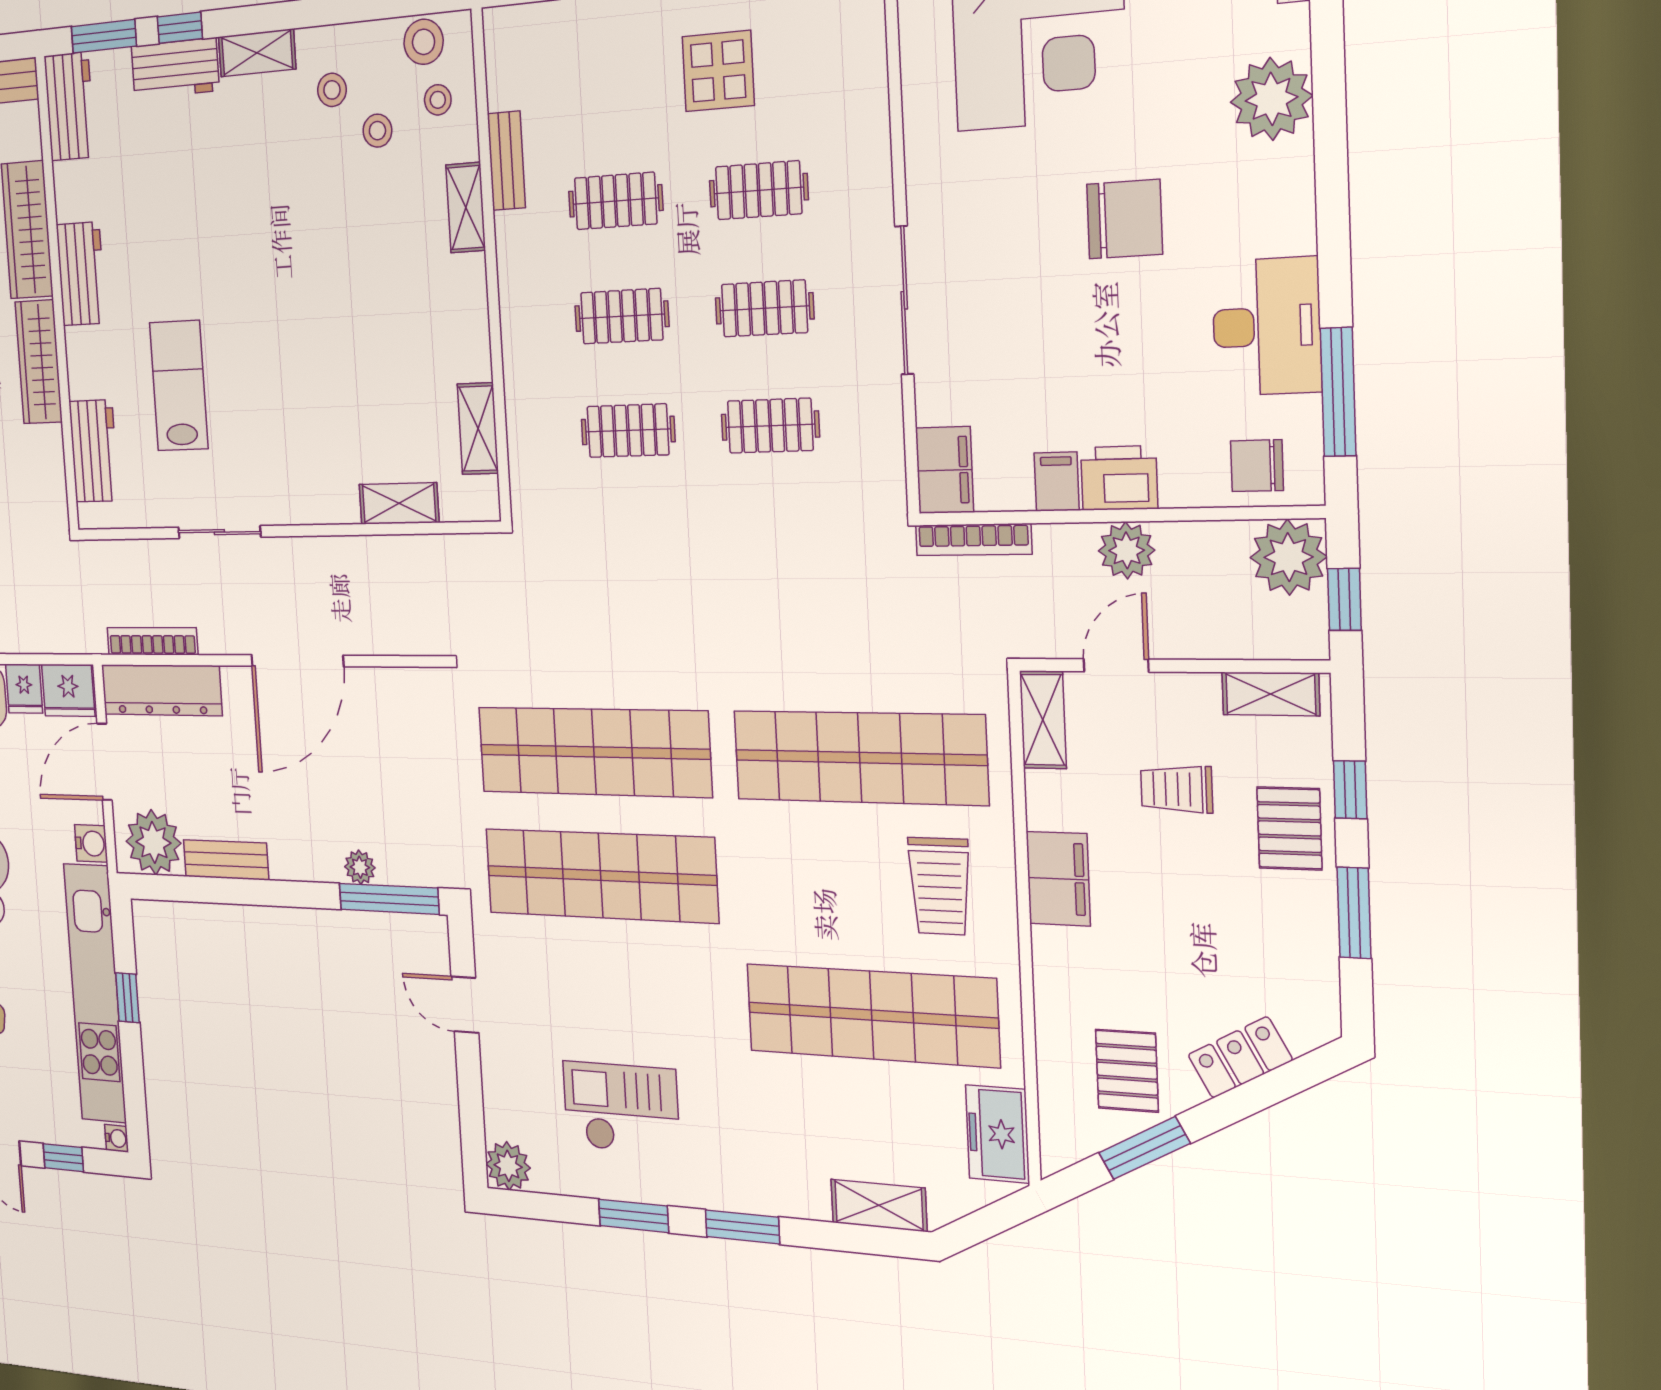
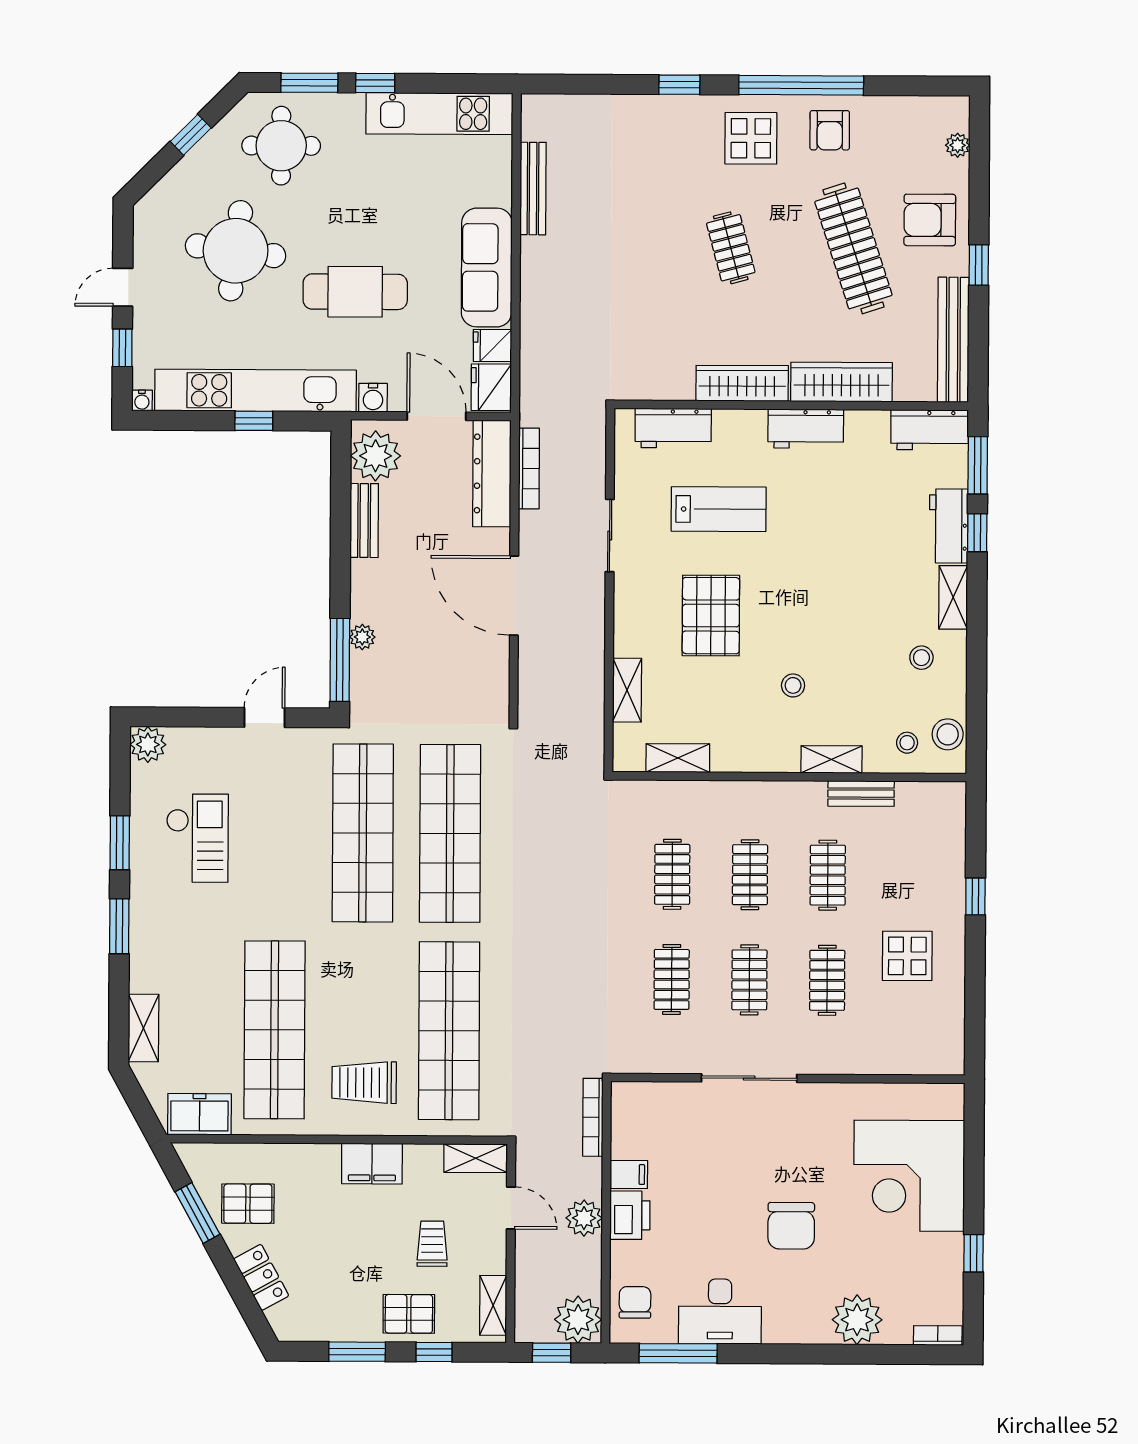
stool: (377, 131) -> (793, 685), moved
pallet: (302, 390) -> (711, 616), added
filing cabinet: (945, 470) -> (638, 1100), removed

